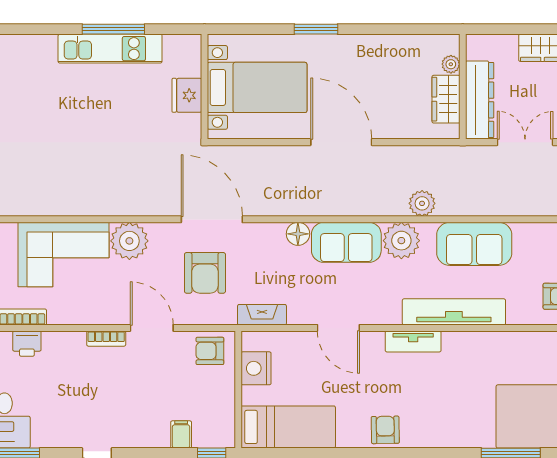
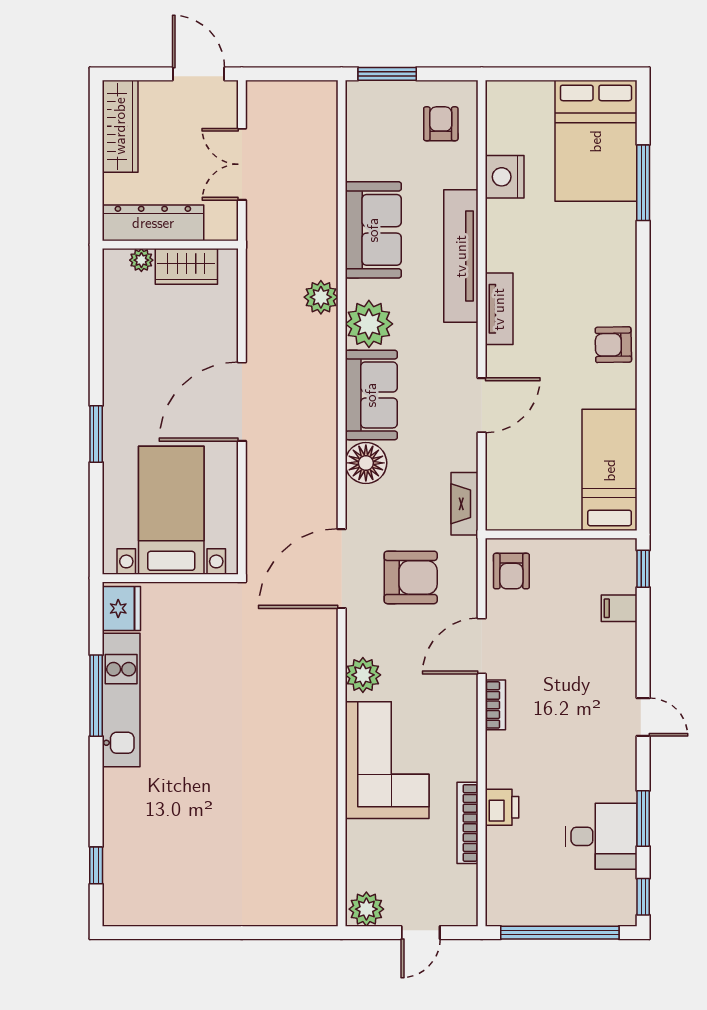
fridge: (187, 95) -> (121, 608), moved, turned -90
dresser: (480, 100) -> (153, 223), moved
floor lamp: (298, 234) -> (366, 463), width x1.38, depth x1.38
plant: (129, 241) -> (363, 675), width x0.73, depth x0.73
nightstand: (256, 368) -> (505, 177), moved, turned 90

